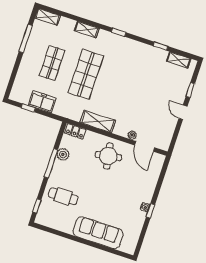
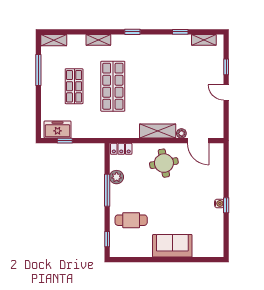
freezer: (42, 102) -> (58, 130), moved
shelving: (98, 121) -> (158, 131), moved
sofa: (98, 233) -> (172, 246), width x0.73

